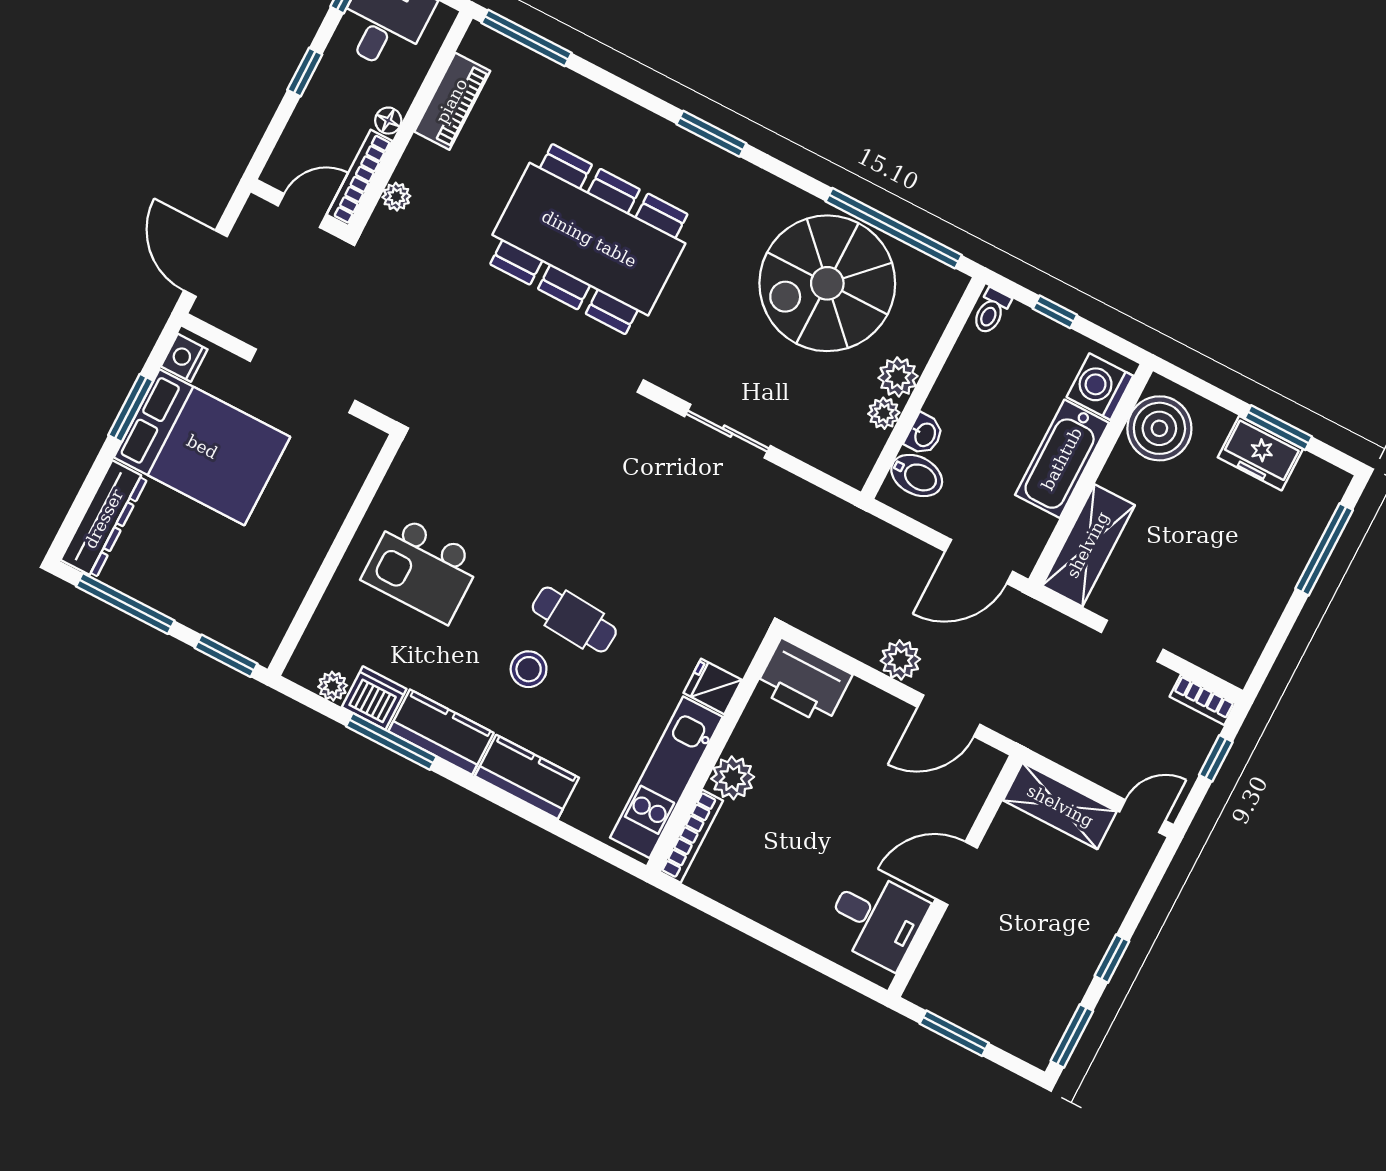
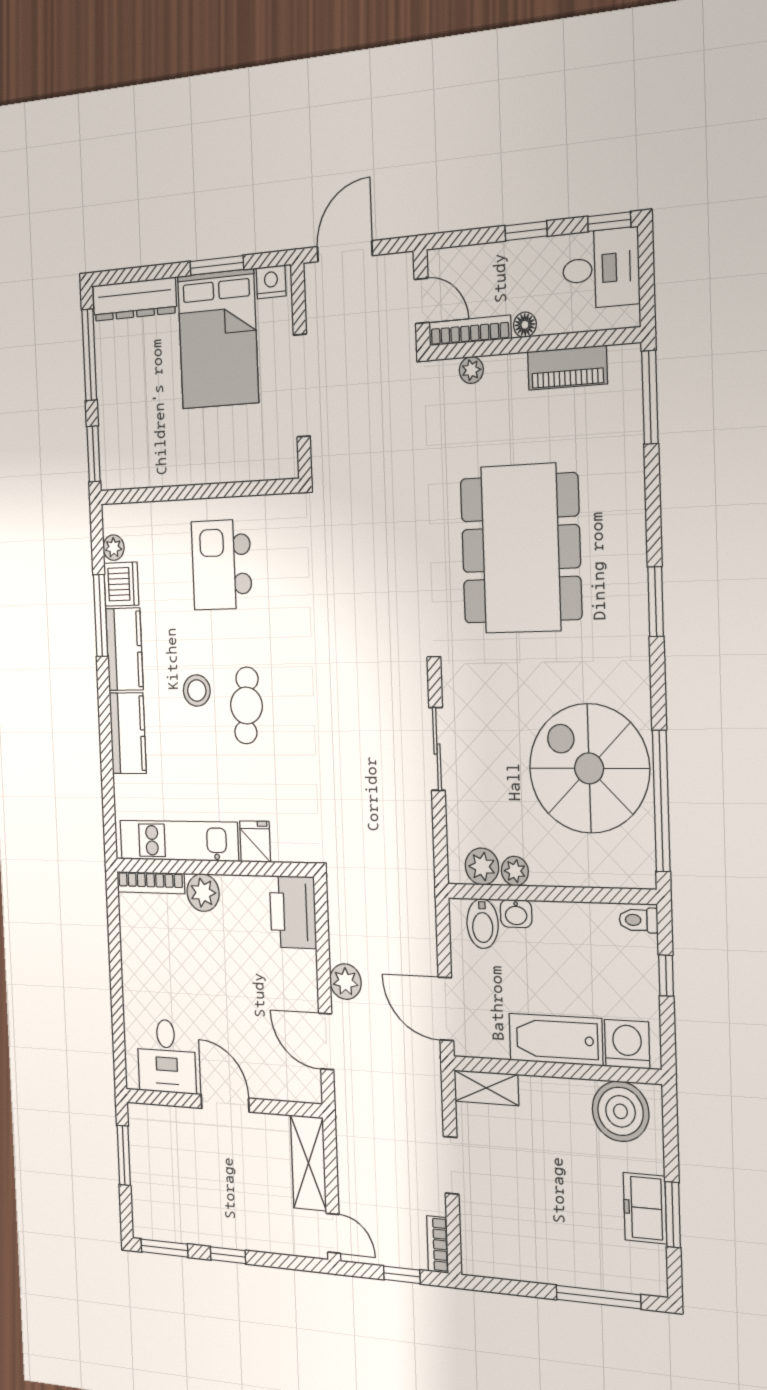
plant: (898, 377) -> (482, 866), moved
shelving: (1088, 545) -> (486, 1088), width x0.67, depth x0.75

